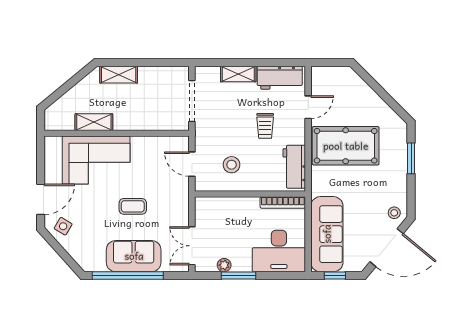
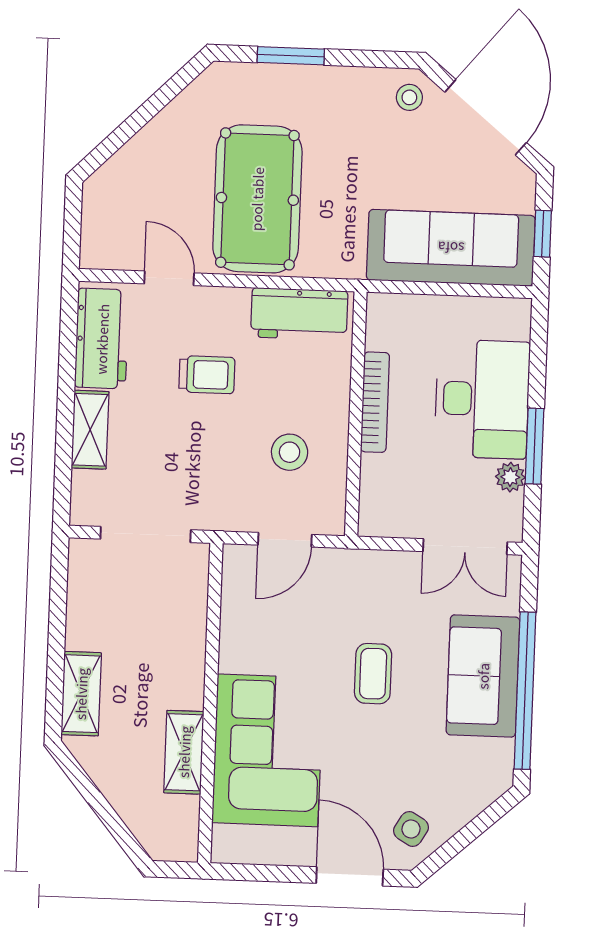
bookcase: (283, 203) -> (375, 402), moved
desk: (279, 251) -> (482, 399), moved

